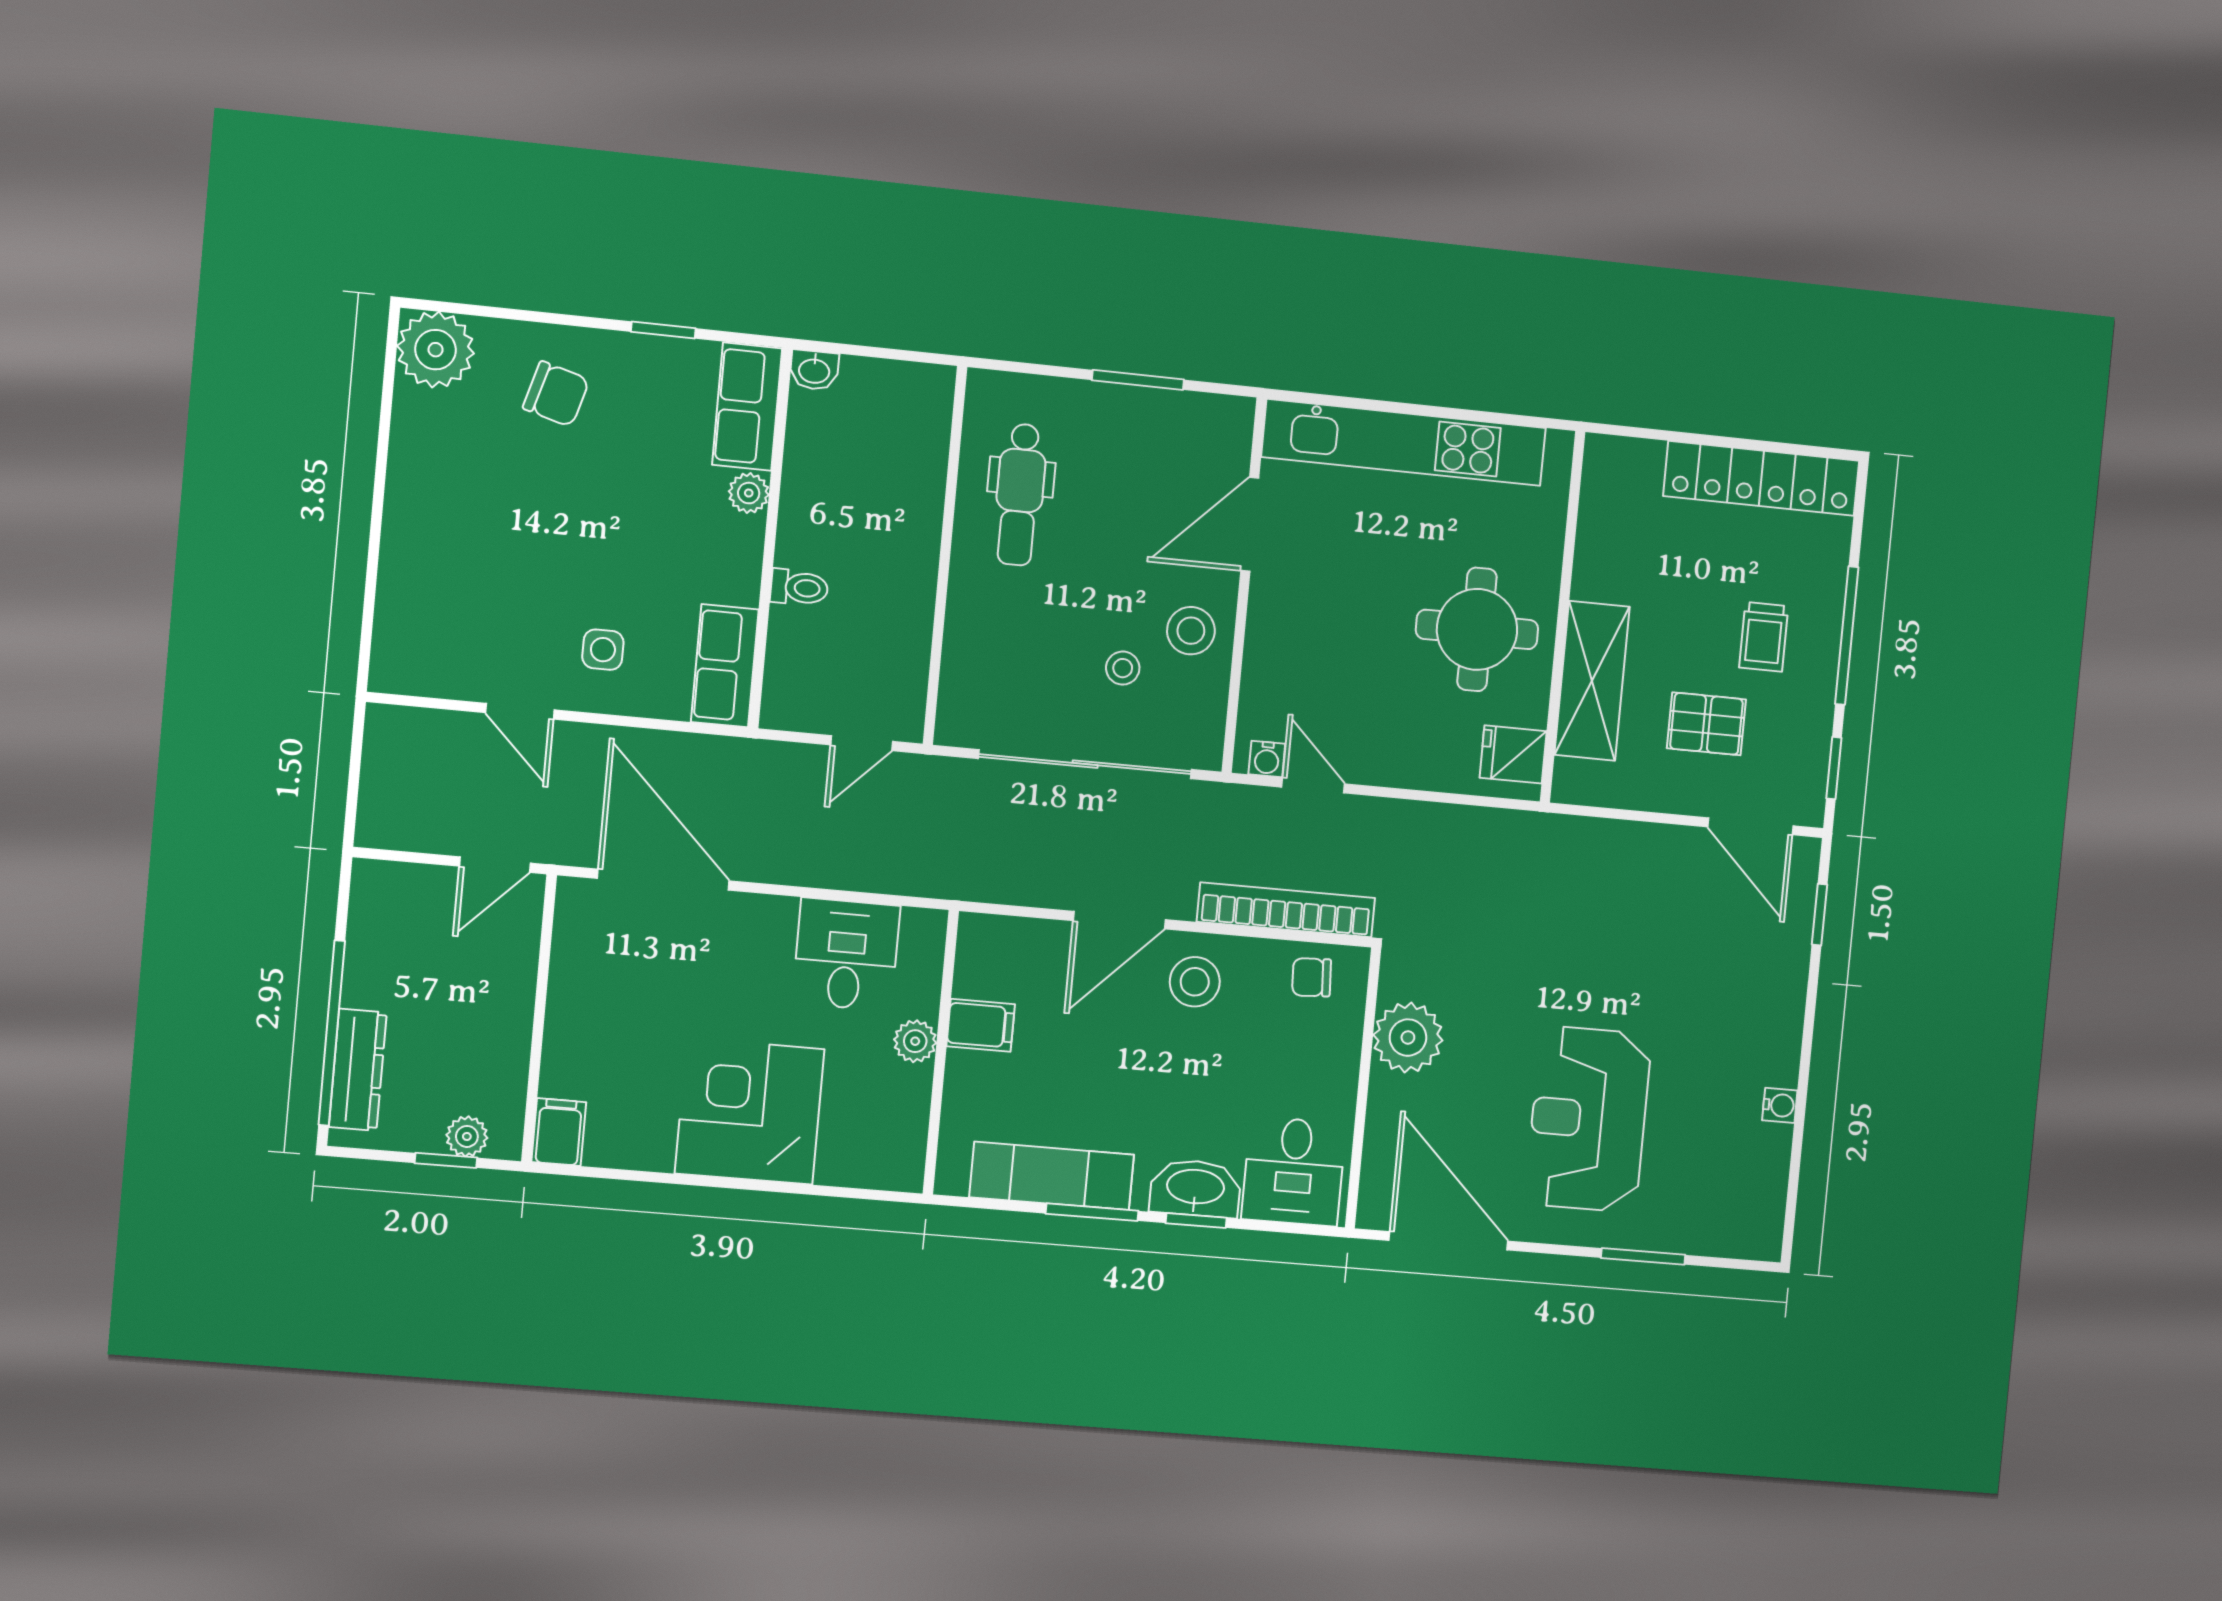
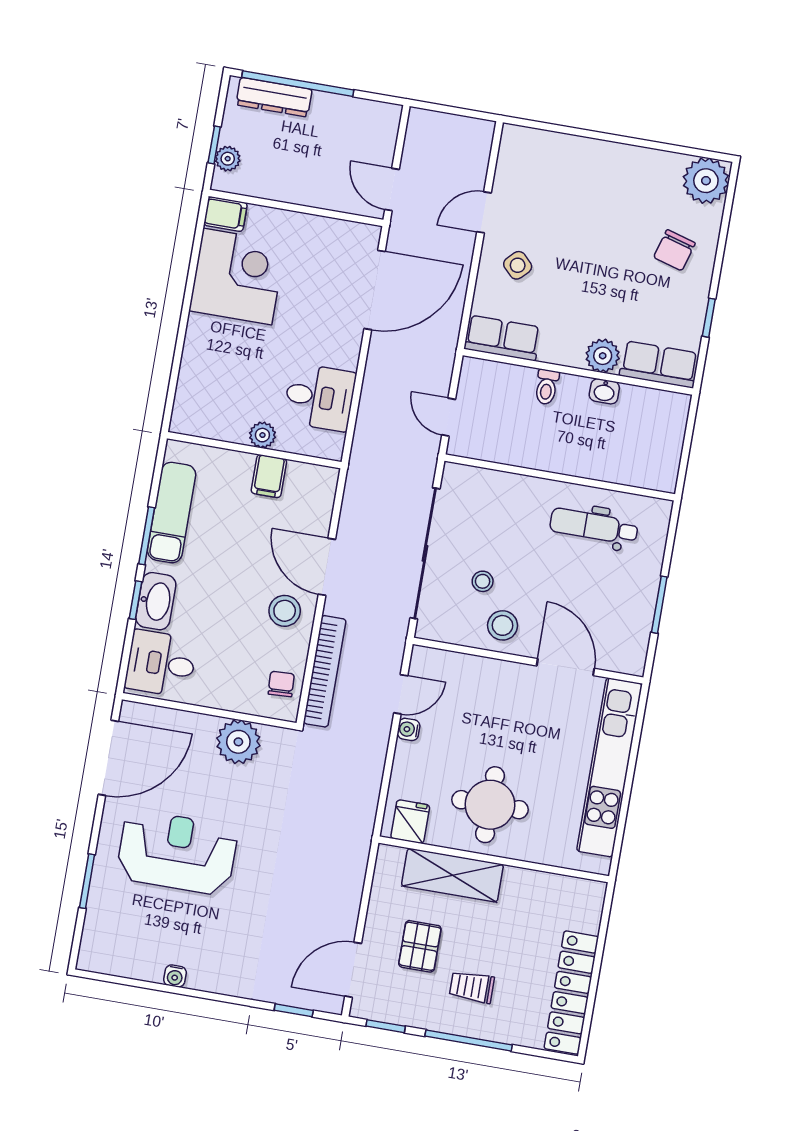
washbasin: (814, 370) -> (604, 391), moved, turned -90
plant: (749, 493) -> (603, 356), width x1.38, depth x1.38
side table: (603, 650) -> (518, 265), turned 45
water cooler: (1267, 759) -> (409, 729), moved
corner desk: (750, 1111) -> (237, 276), moved

